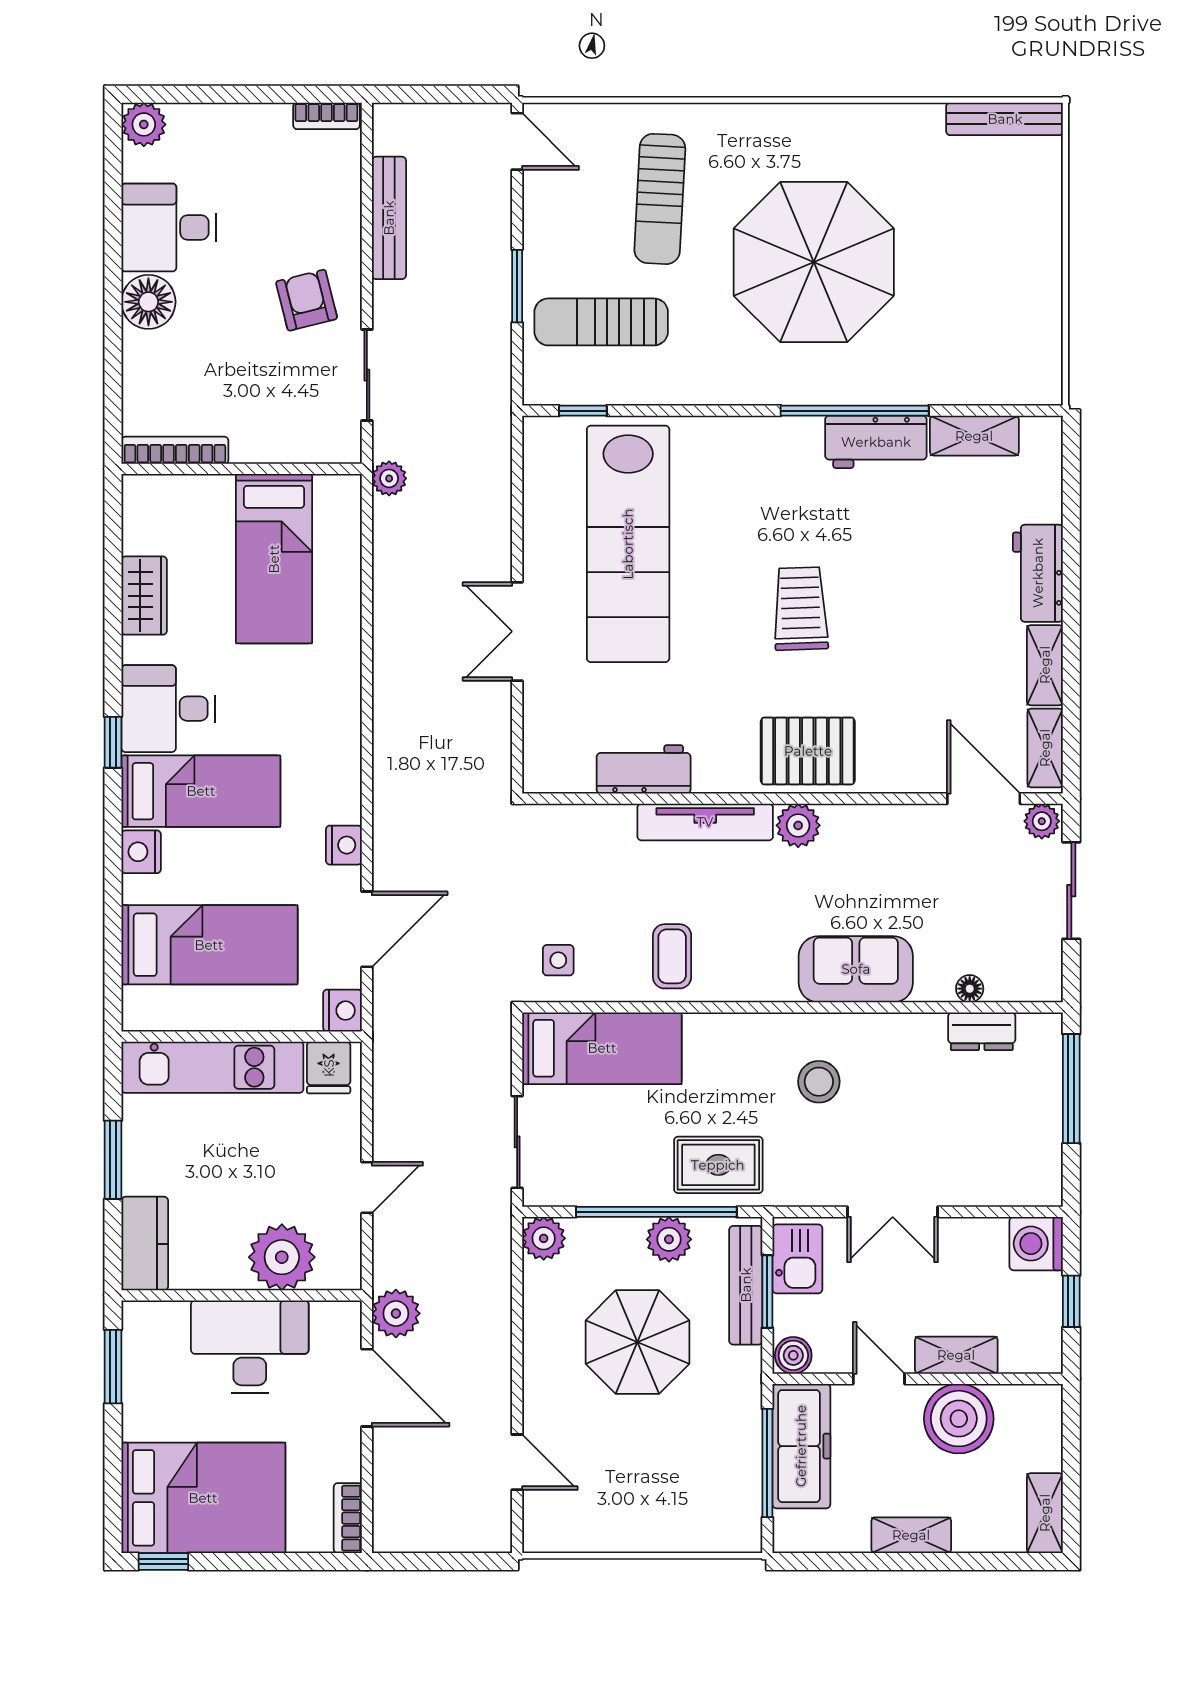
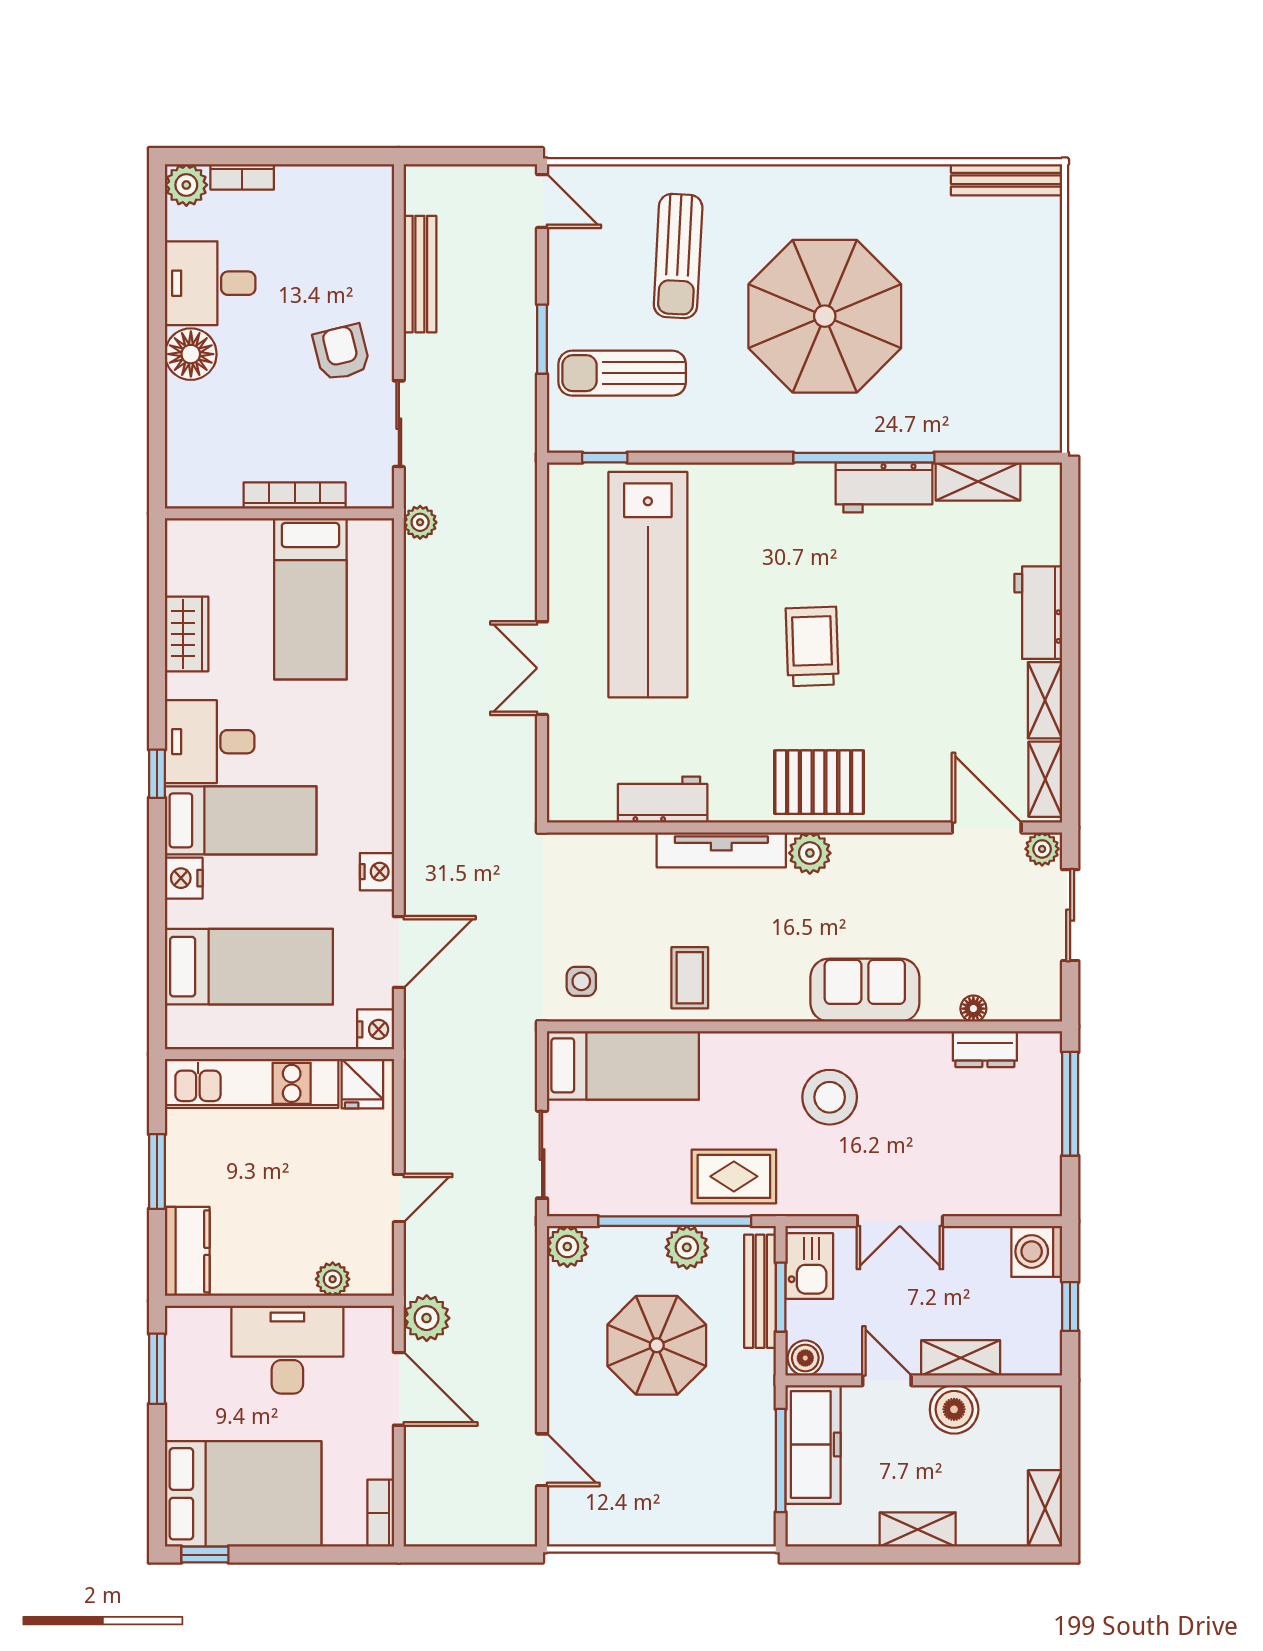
bookcase: (326, 116) -> (242, 177), moved
bookcase: (175, 450) -> (295, 495), moved
stool: (819, 1082) -> (830, 1097), width x1.38, depth x1.38
plant: (282, 1257) -> (333, 1279), width x0.53, depth x0.53
boiler: (959, 1419) -> (954, 1409), width x0.73, depth x0.73

